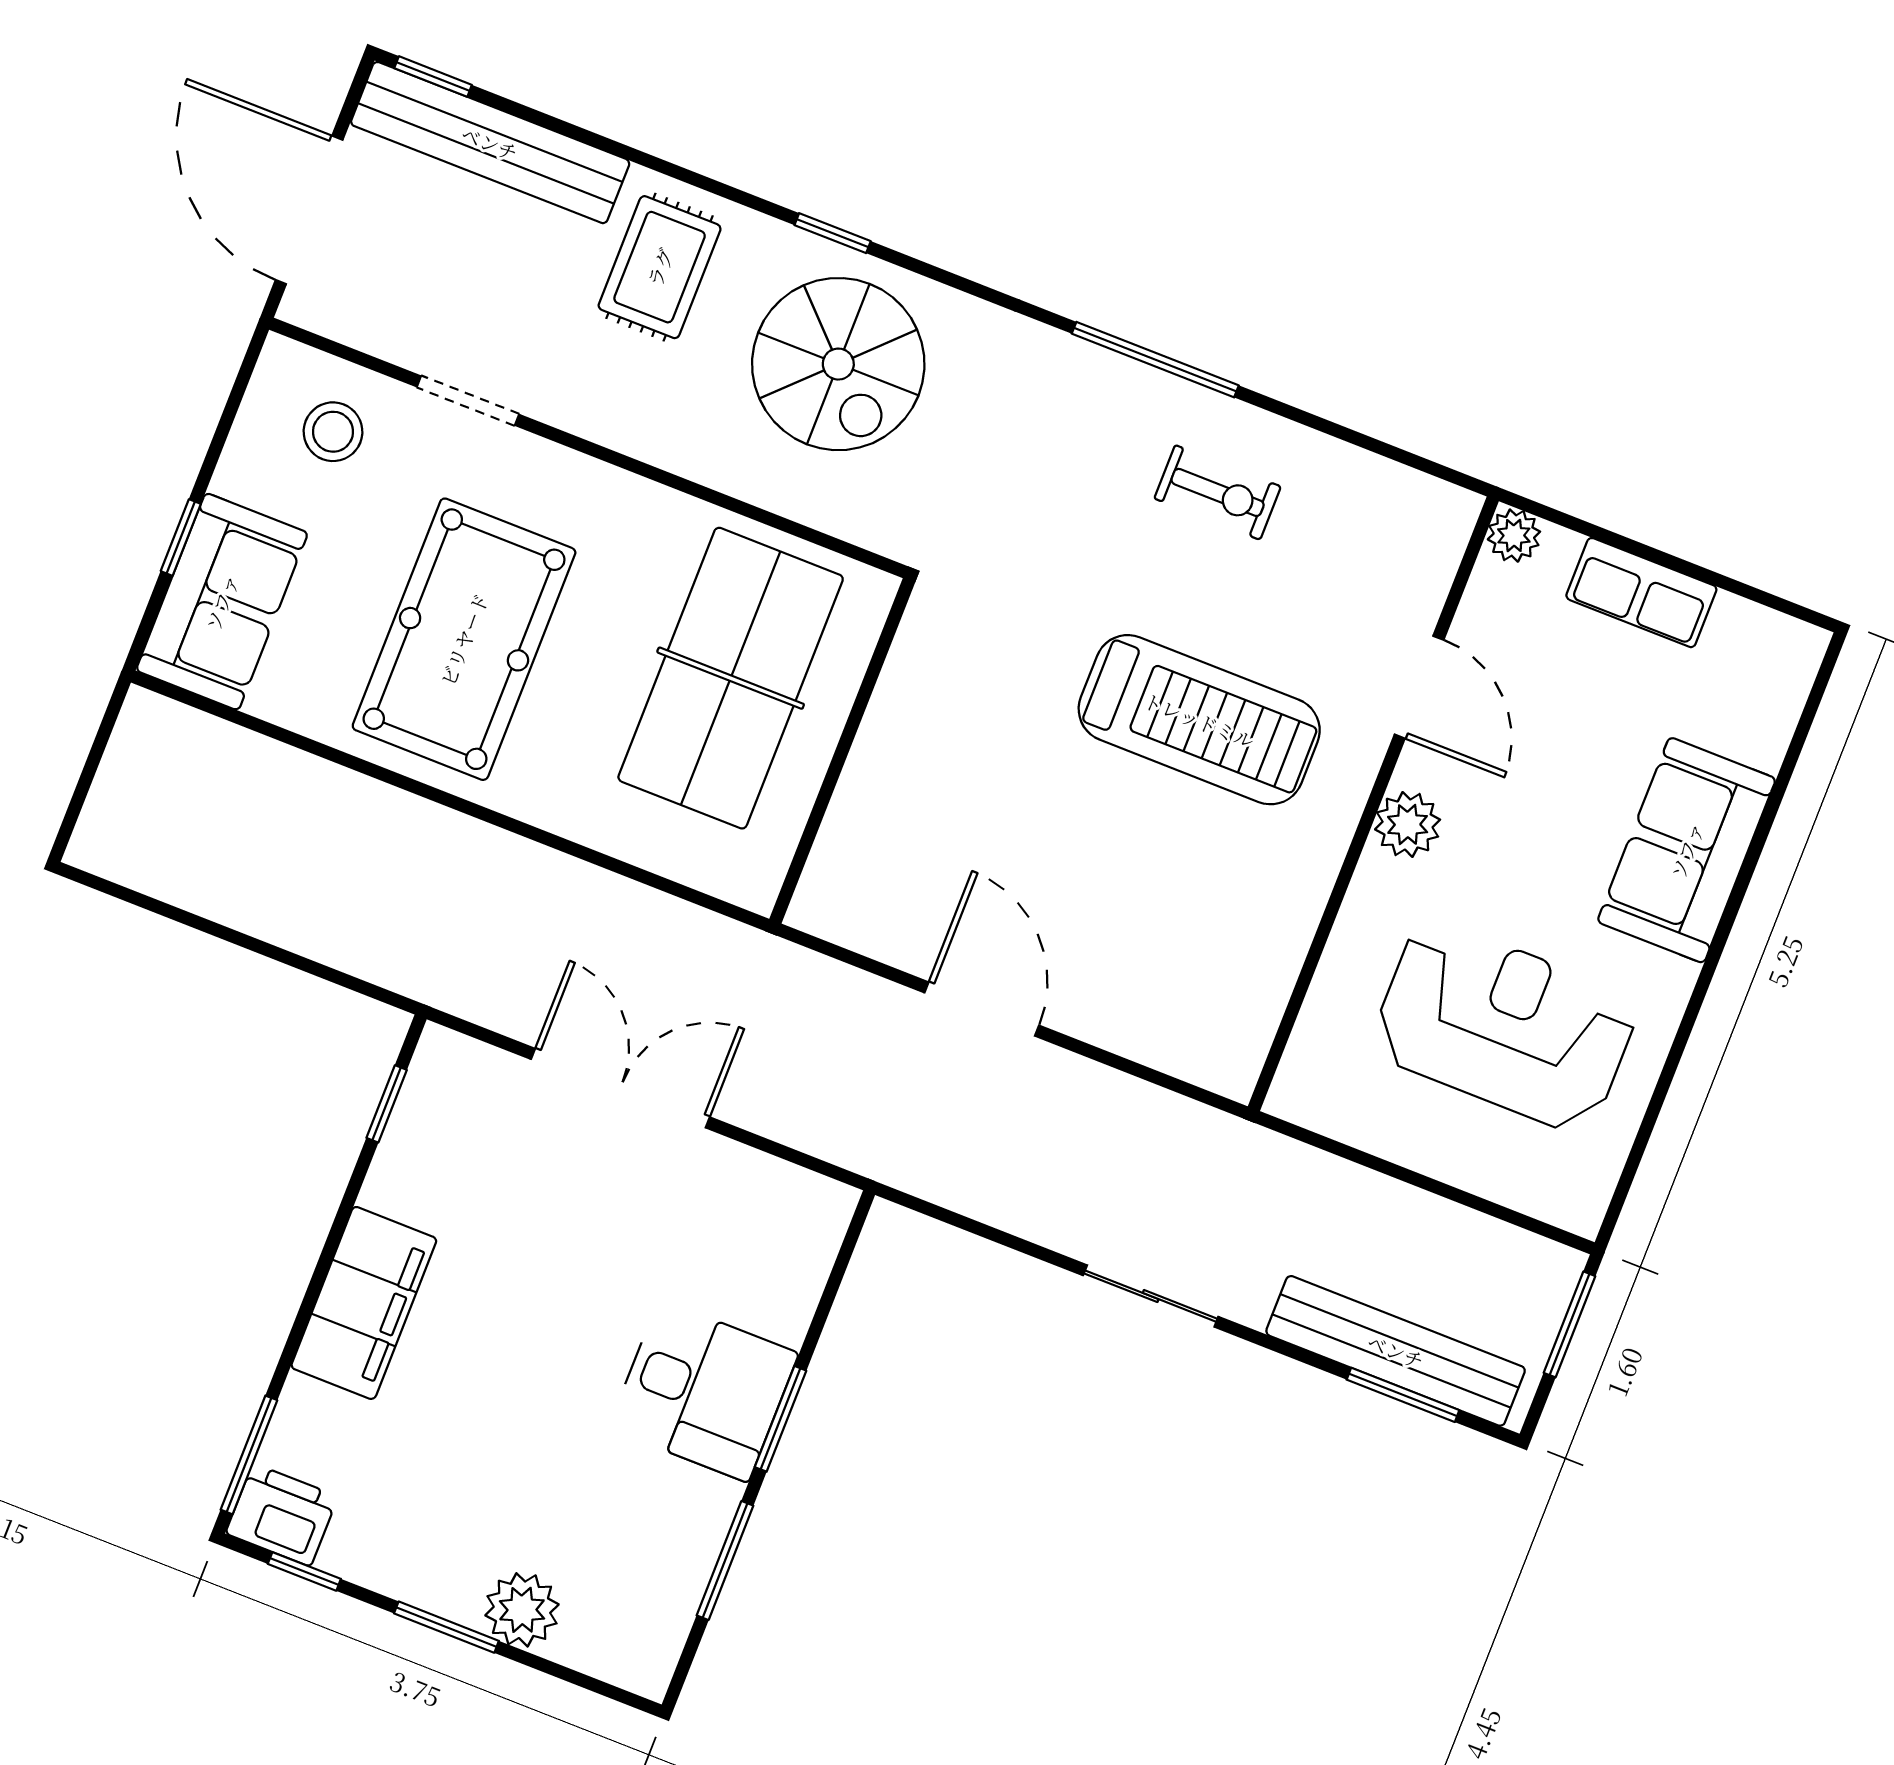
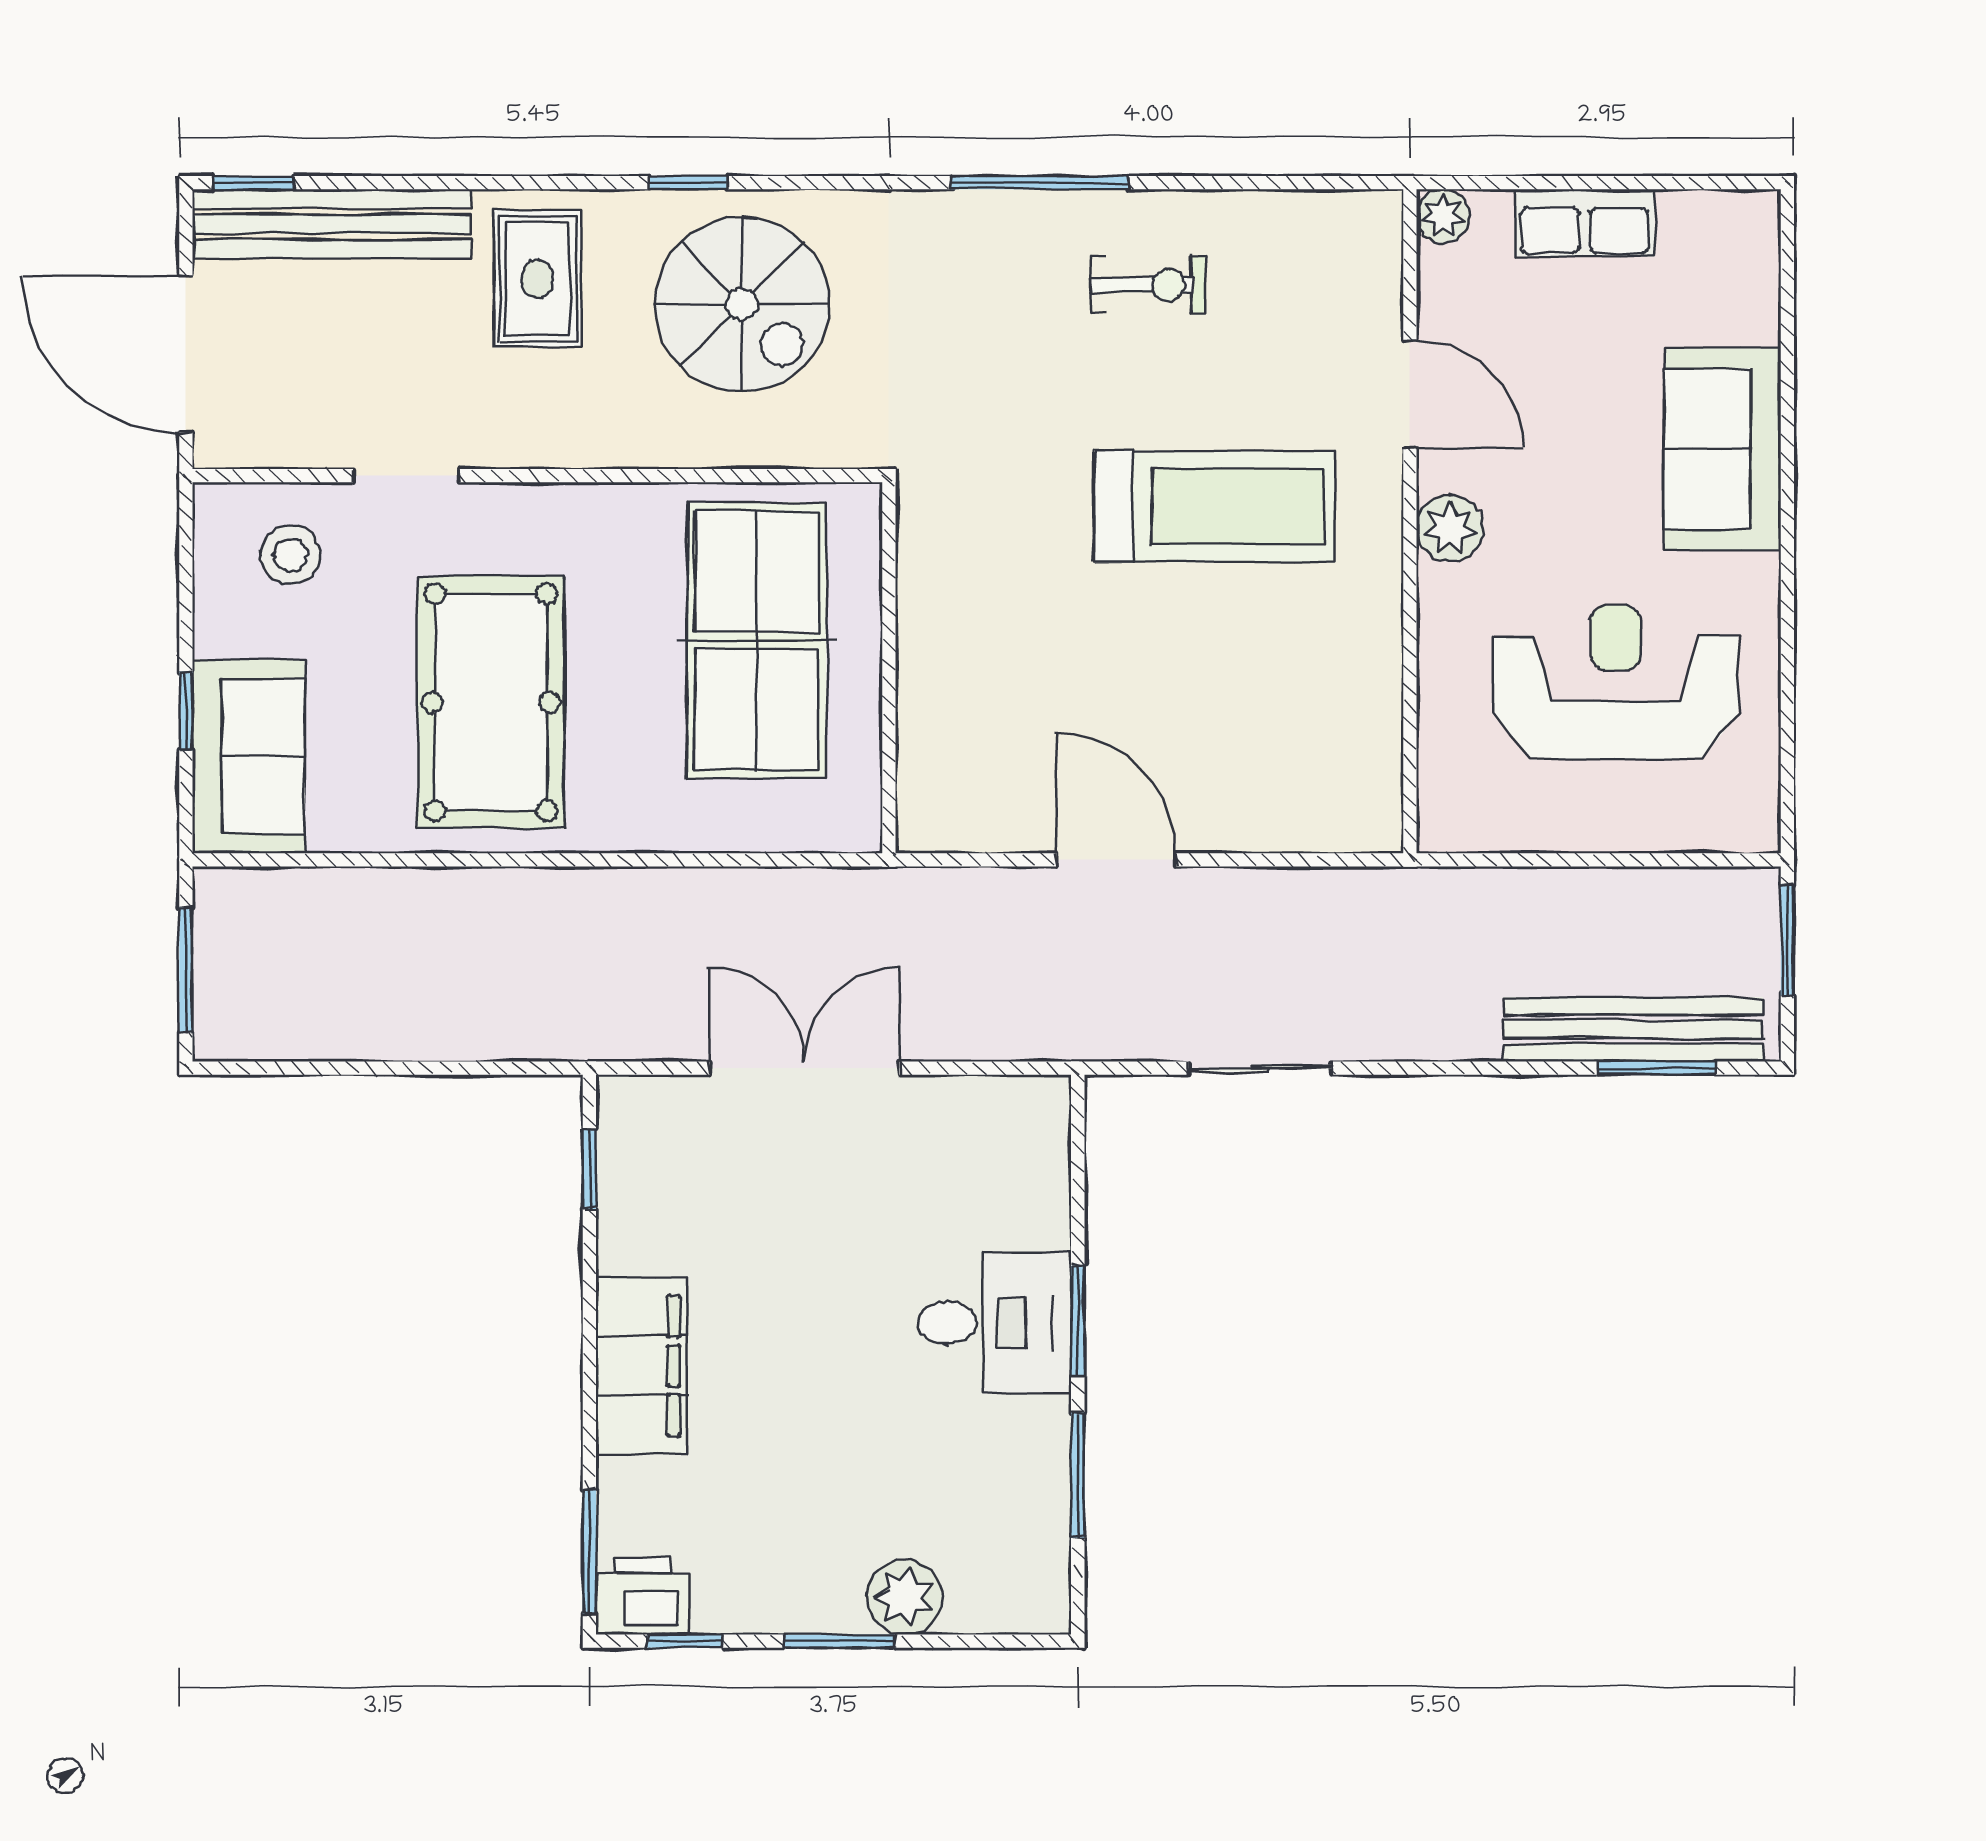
window: (88, 775) -> (186, 970), added
sliding door: (1151, 1296) -> (1260, 1068), moved

